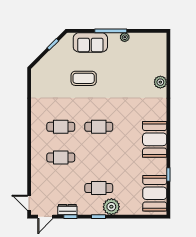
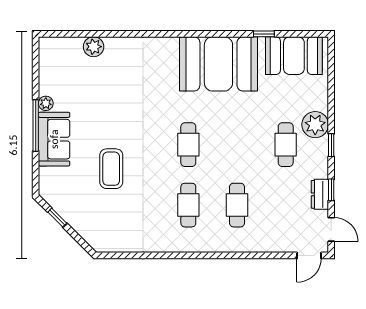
sofa: (90, 42) -> (54, 139), moved
plant: (160, 82) -> (94, 47), moved
booth: (155, 139) -> (218, 64), width x1.36, depth x1.42

